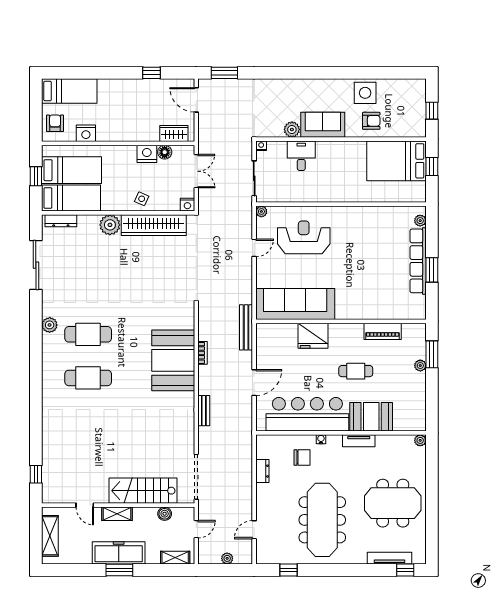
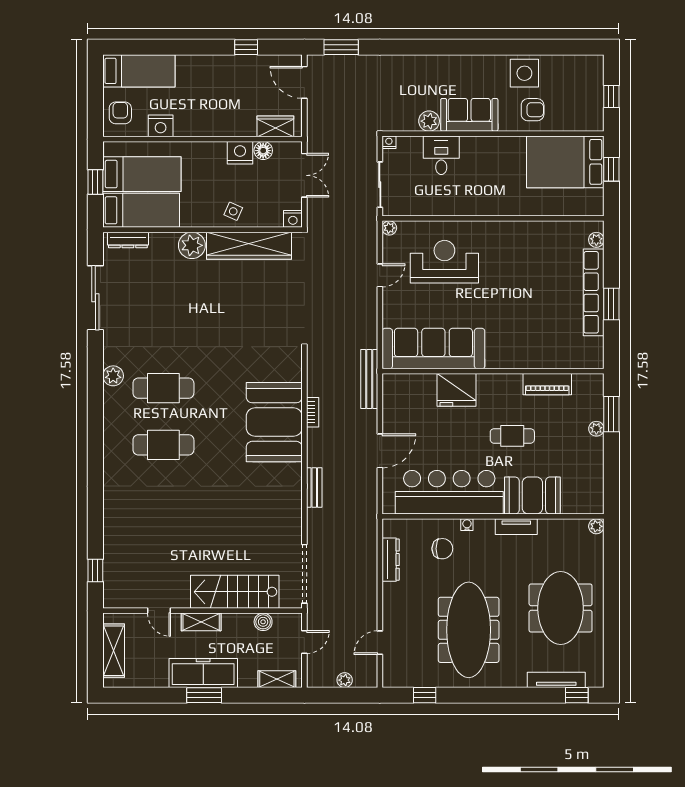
dresser: (262, 471) -> (391, 560), width x1.44
meeting table: (393, 503) -> (561, 608), turned 90

